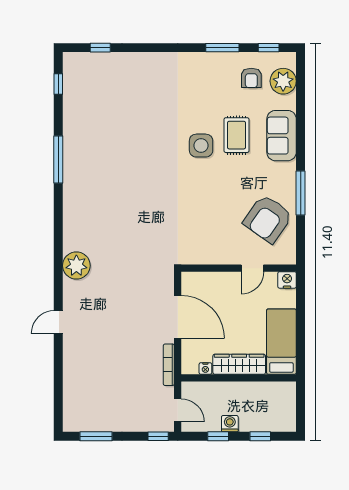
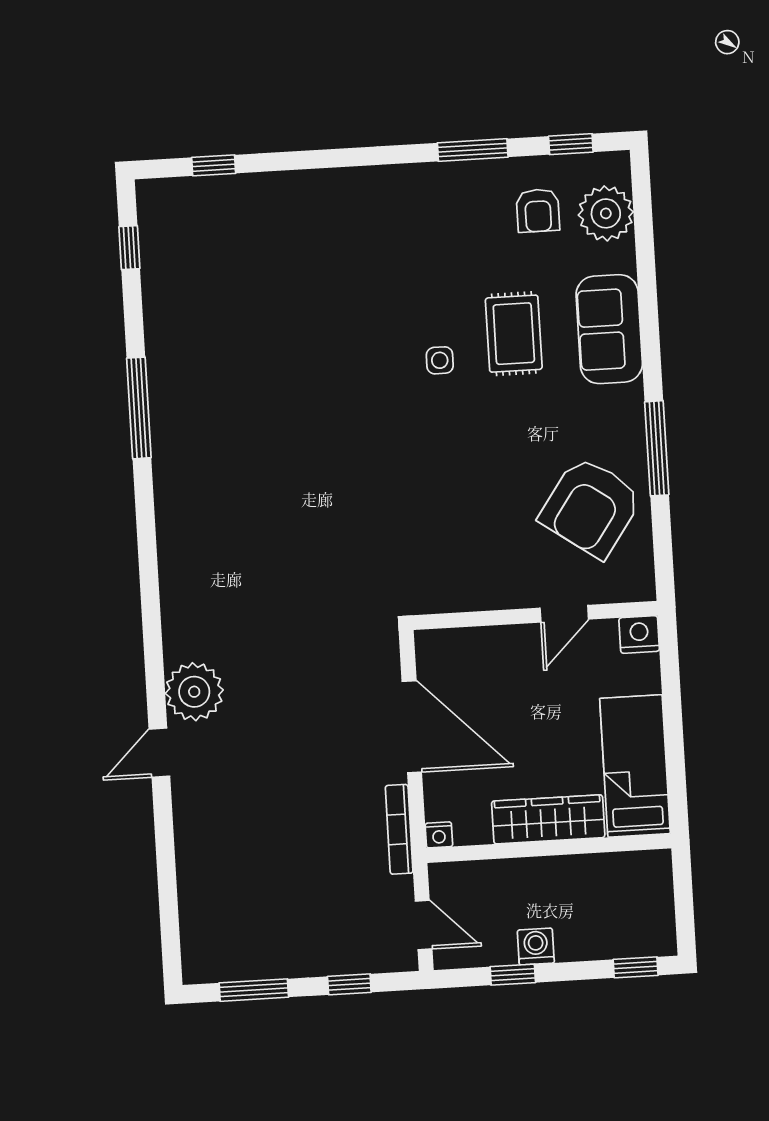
side table: (201, 146) -> (440, 360), width x0.54, depth x0.54
plant: (76, 266) -> (194, 692), moved
nightstand: (205, 368) -> (439, 835), moved
window: (158, 436) -> (349, 984), moved
window: (260, 436) -> (636, 967), moved

